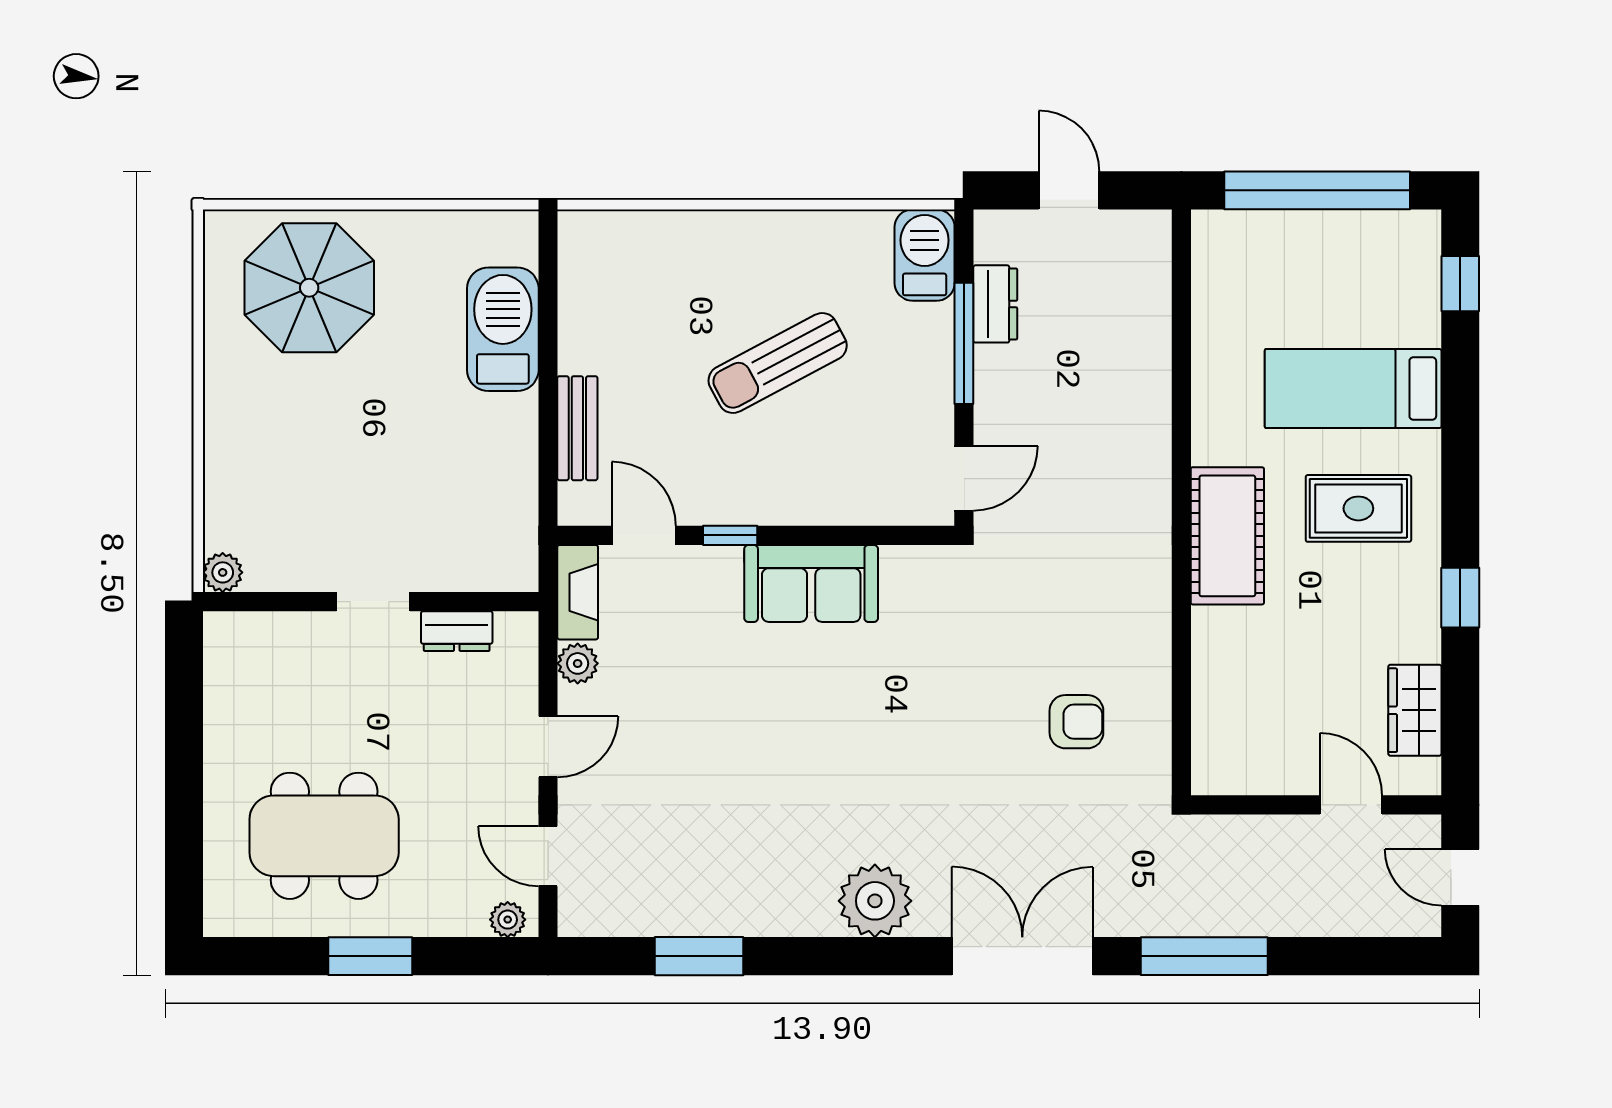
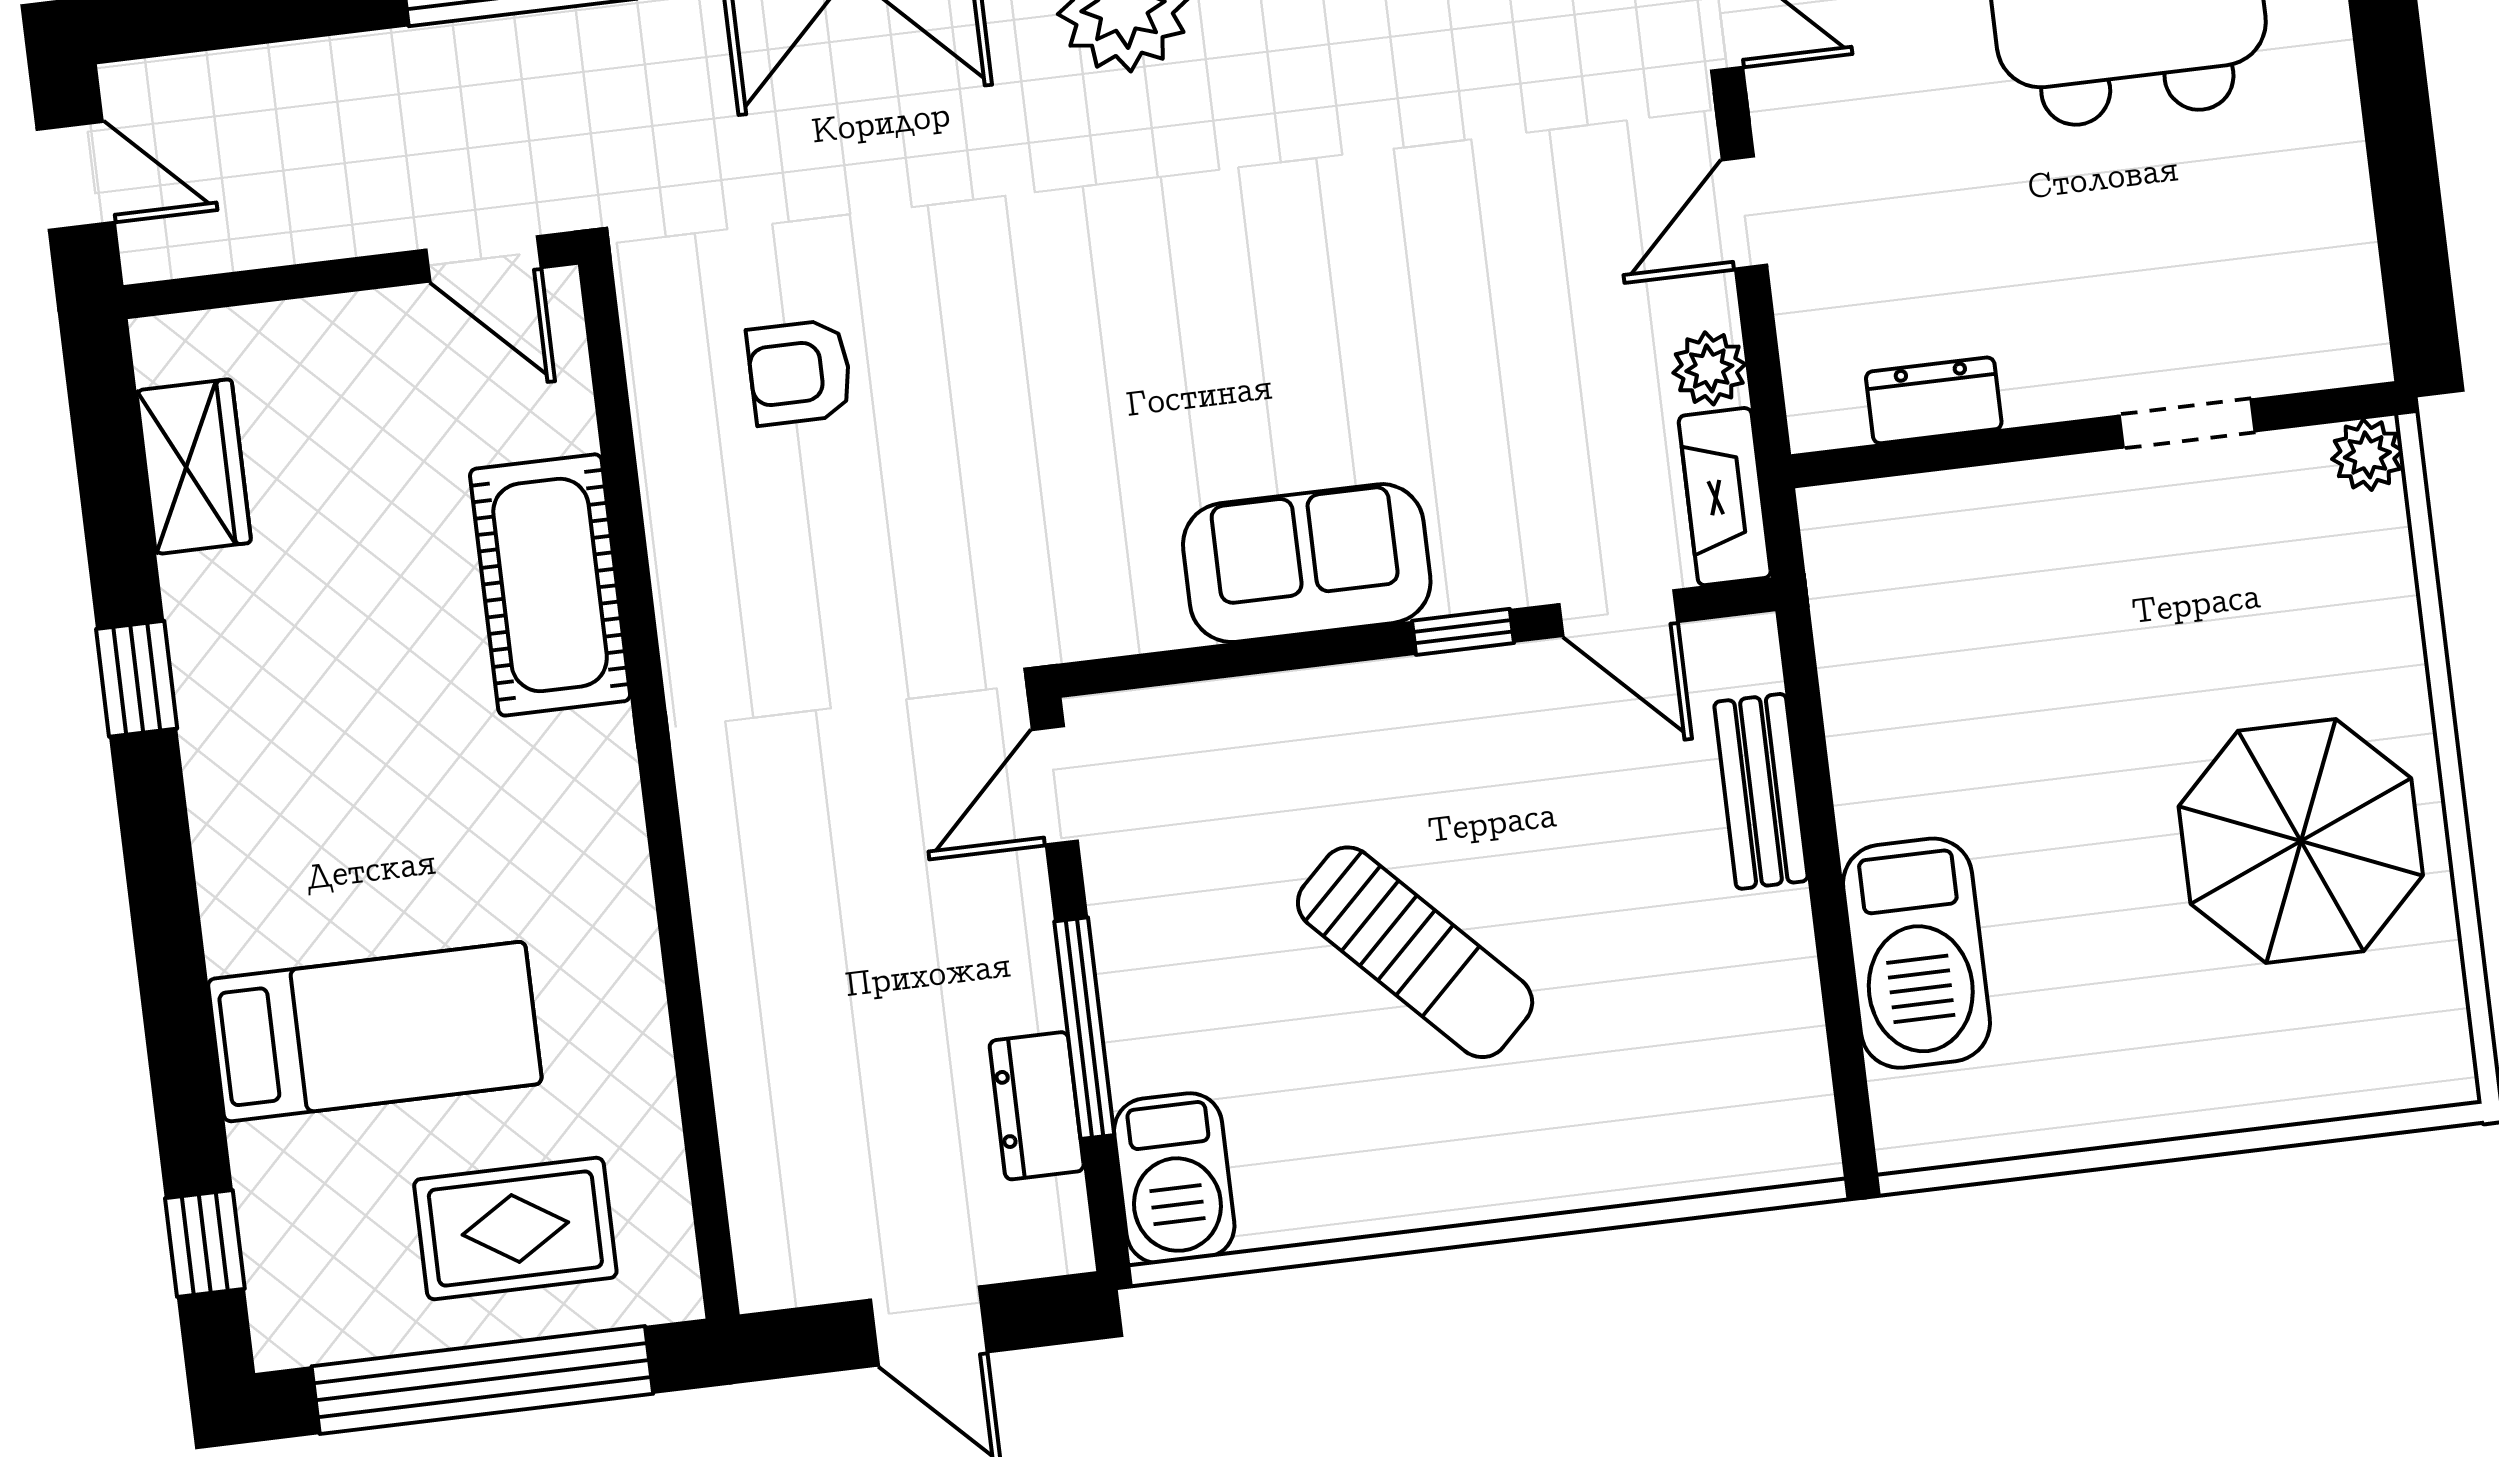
parasol: (309, 288) -> (2301, 841), moved
sun lounger: (778, 363) -> (1415, 952), turned 74
rug: (1358, 508) -> (515, 1228), moved
cot: (1227, 536) -> (550, 585), moved
doorway: (373, 602) -> (2187, 424), moved
door: (1351, 805) -> (483, 259), moved

